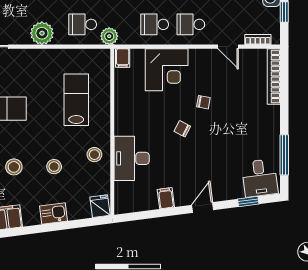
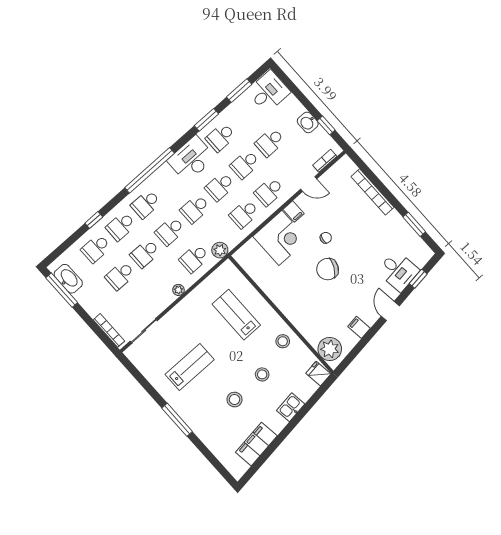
plant: (42, 33) -> (178, 290), width x0.53, depth x0.53
filing cabinet: (123, 58) -> (294, 212), moved
bookcase: (274, 77) -> (373, 192), moved
chair: (182, 129) -> (328, 269), width x1.87, depth x1.87
window: (284, 155) -> (414, 224), width x0.69
desk: (132, 158) -> (311, 321), removed
desk: (260, 178) -> (398, 271), moved
plant: (127, 195) -> (330, 349), added

